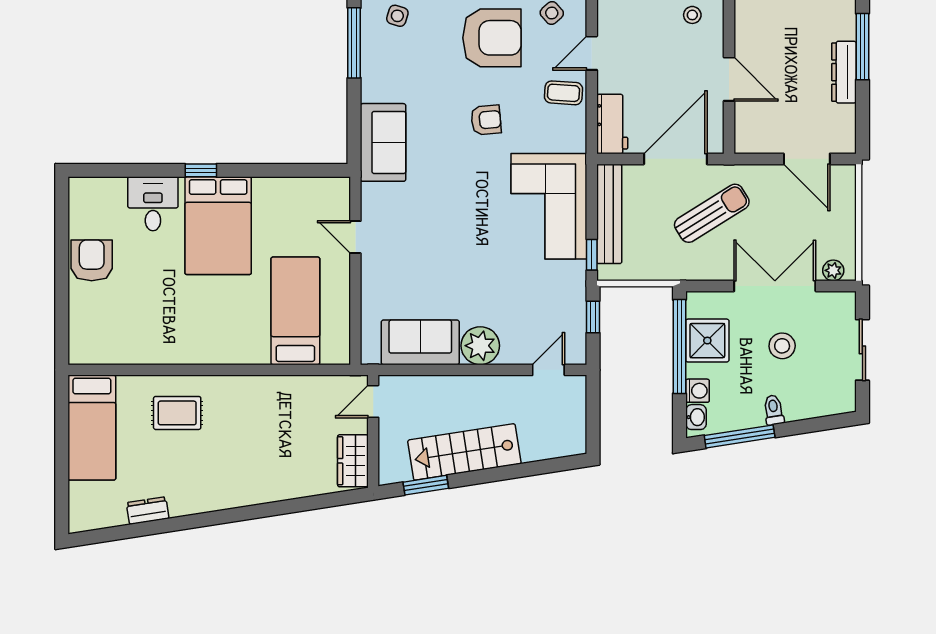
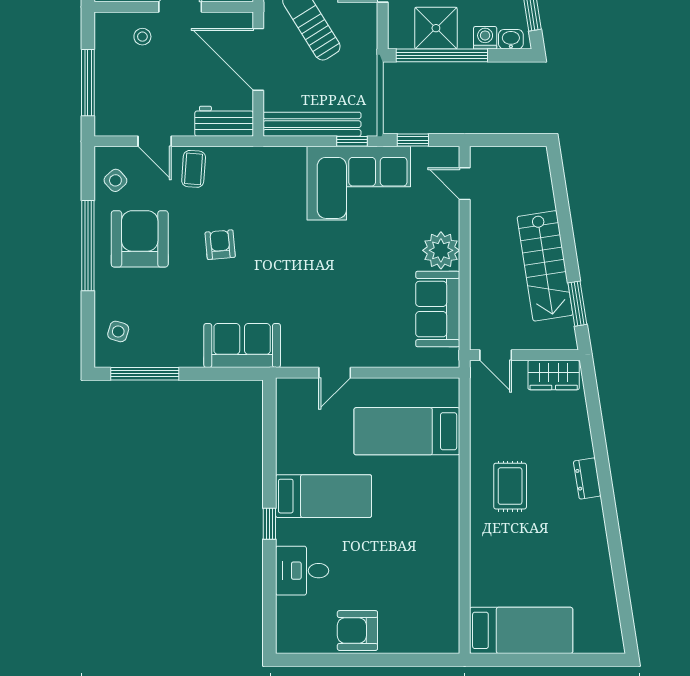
stool: (692, 15) -> (142, 37), moved
corner sofa: (549, 206) -> (359, 183), moved
bed: (218, 226) -> (324, 496), width x0.67
rug: (177, 413) -> (510, 486), moved
dresser: (148, 511) -> (587, 478), moved

